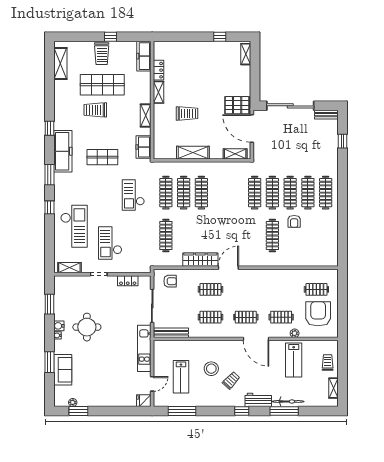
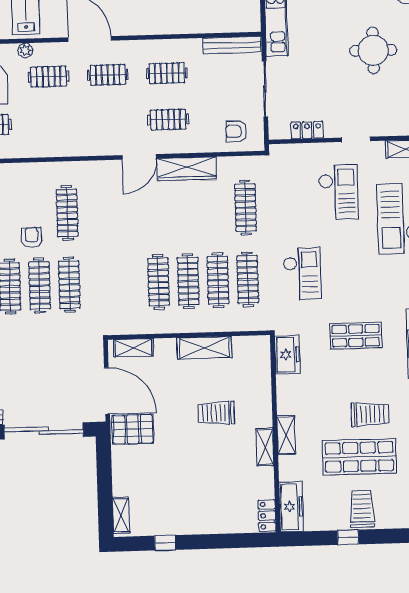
locker: (159, 70) -> (267, 516), moved
shelving: (146, 116) -> (286, 435), moved
clothes rail: (255, 193) -> (158, 282), moved

